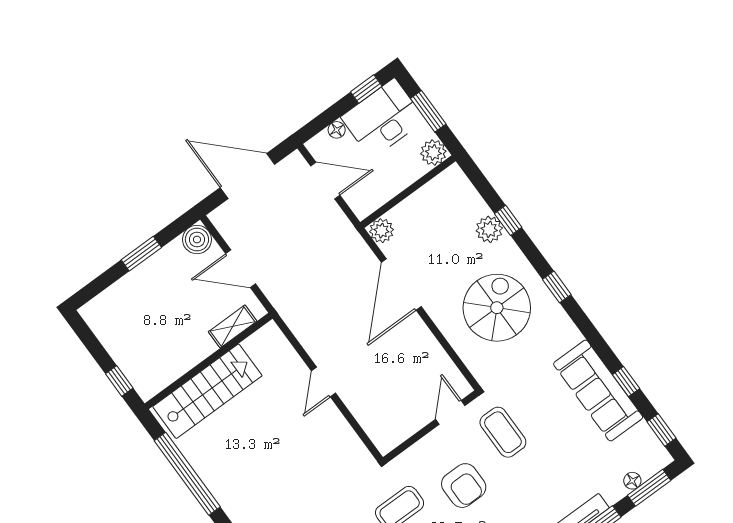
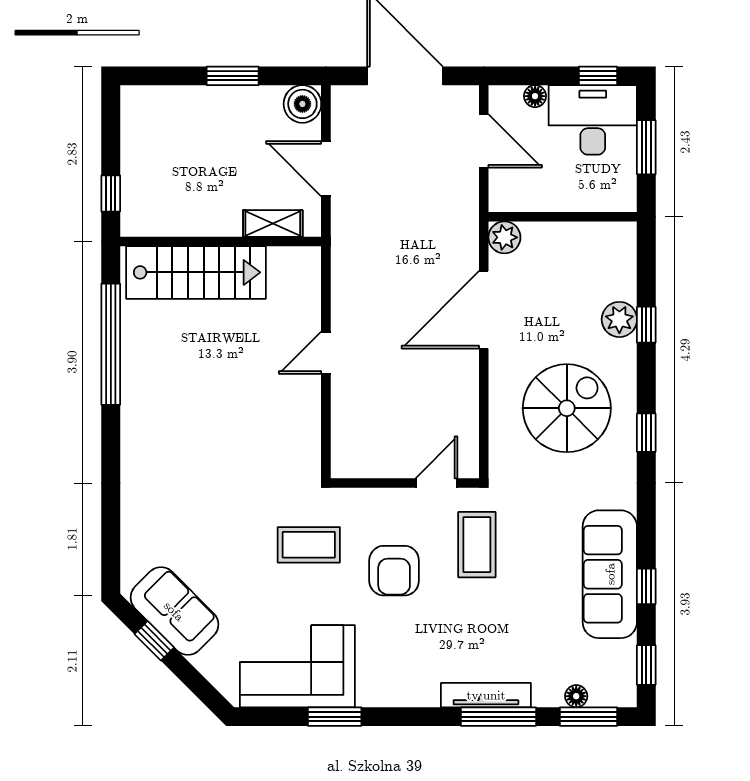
plant: (433, 152) -> (620, 195), removed

